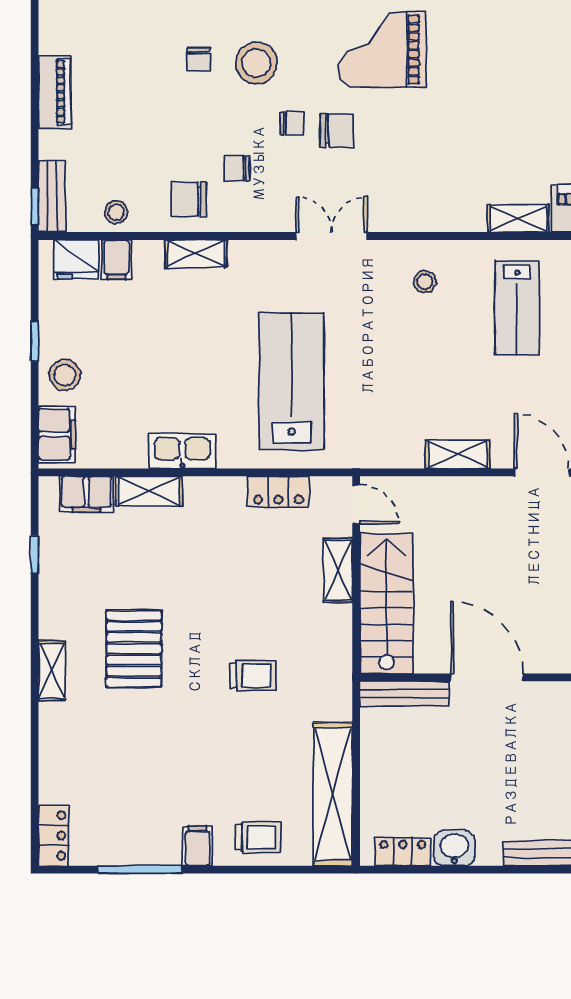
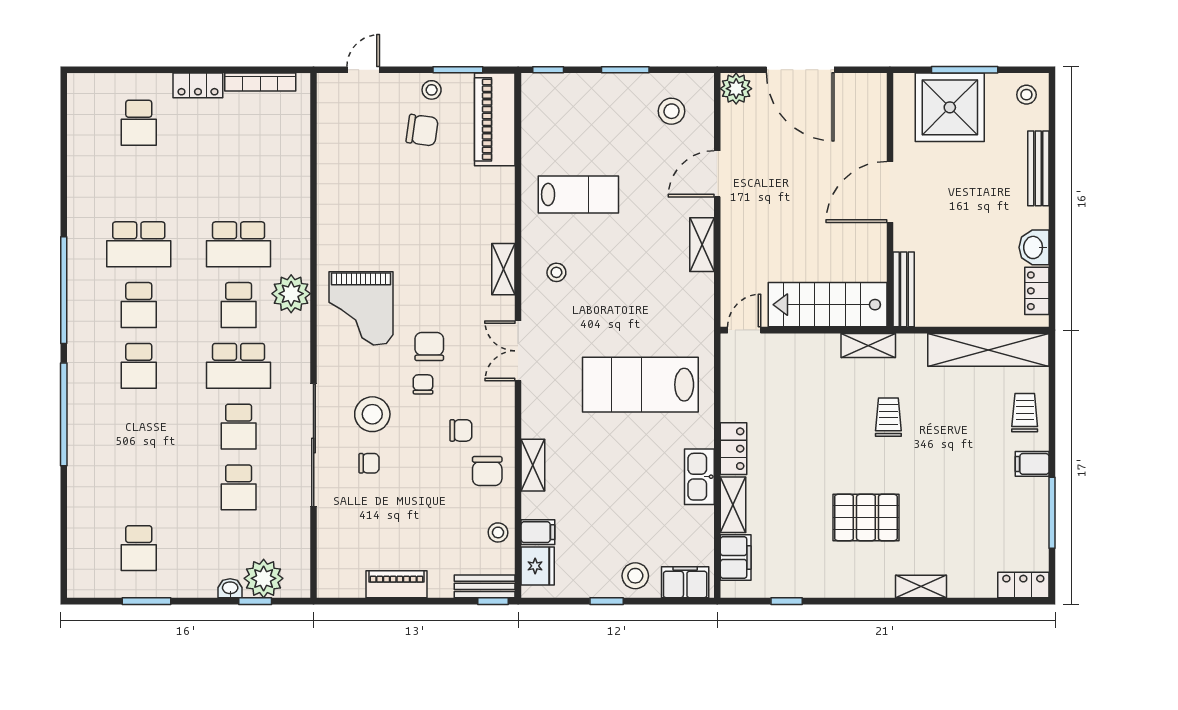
chair: (237, 168) -> (461, 430), turned -90
shelving: (518, 219) -> (503, 269), moved
locker: (278, 492) -> (734, 449), moved
shelving: (338, 570) -> (868, 346), moved
shelving: (52, 671) -> (921, 586), moved
door: (487, 677) -> (890, 192), moved

